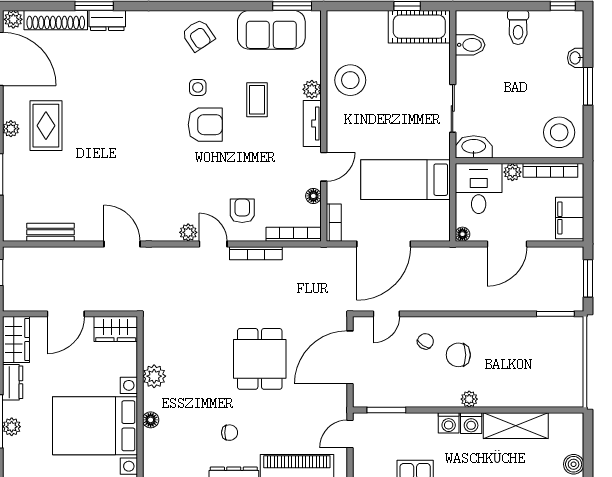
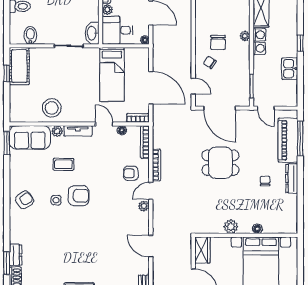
sofa: (271, 30) -> (30, 137), moved, turned 90
armchair: (205, 125) -> (79, 196), turned 90
door: (122, 244) -> (151, 246), hinge flipped

